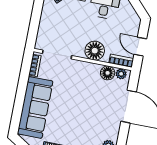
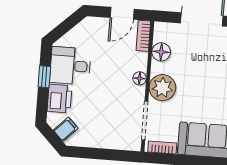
floor lamp: (95, 51) -> (140, 78), width x0.53, depth x0.53
plant: (121, 74) -> (162, 88), moved, width x1.87, depth x1.87

